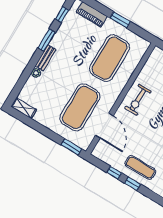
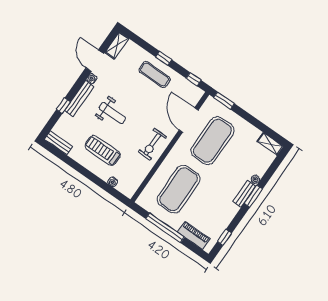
window: (120, 20) -> (165, 228), width x2.11
window: (47, 40) -> (253, 196), moved
exercise bike: (138, 100) -> (152, 144), turned 180
window: (114, 173) -> (194, 79), moved

